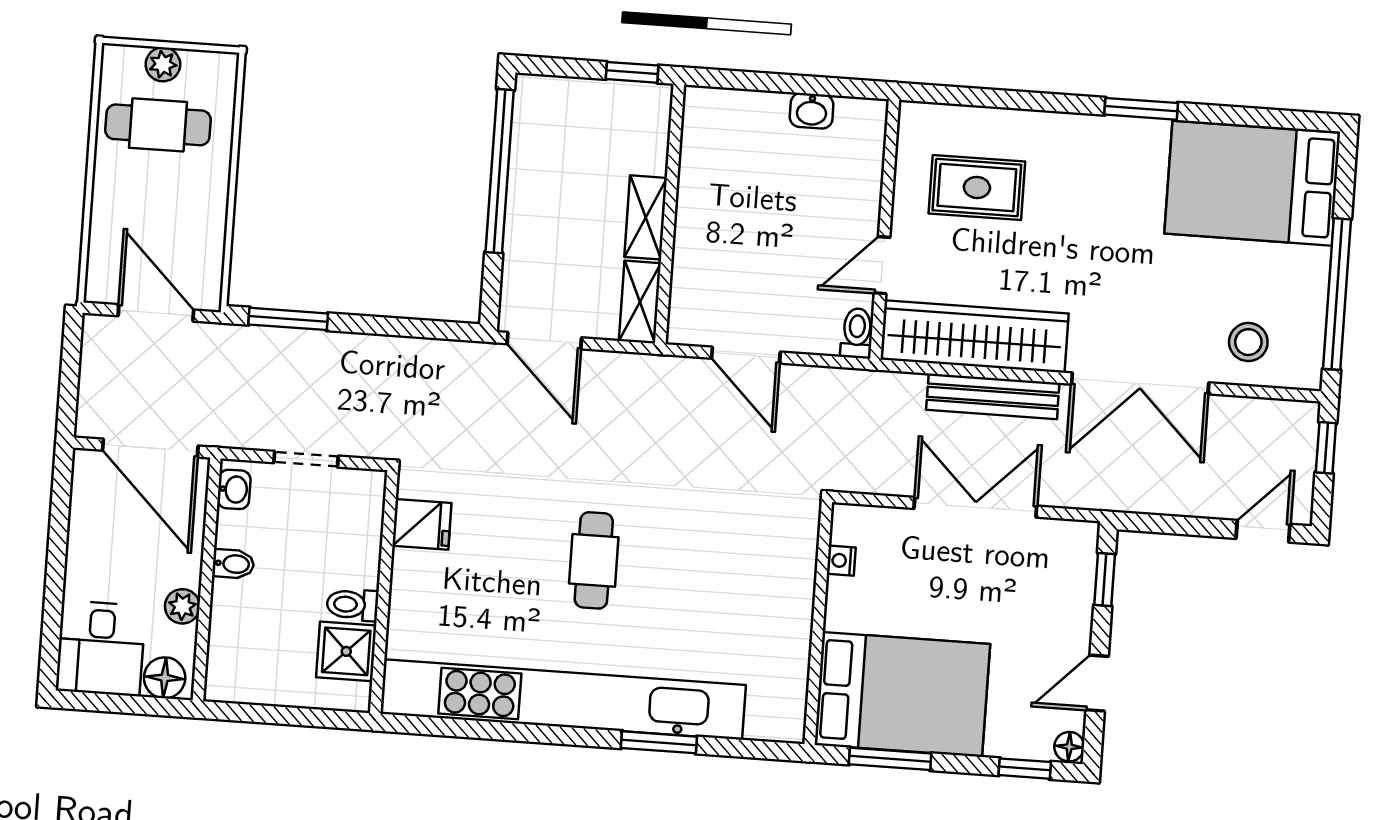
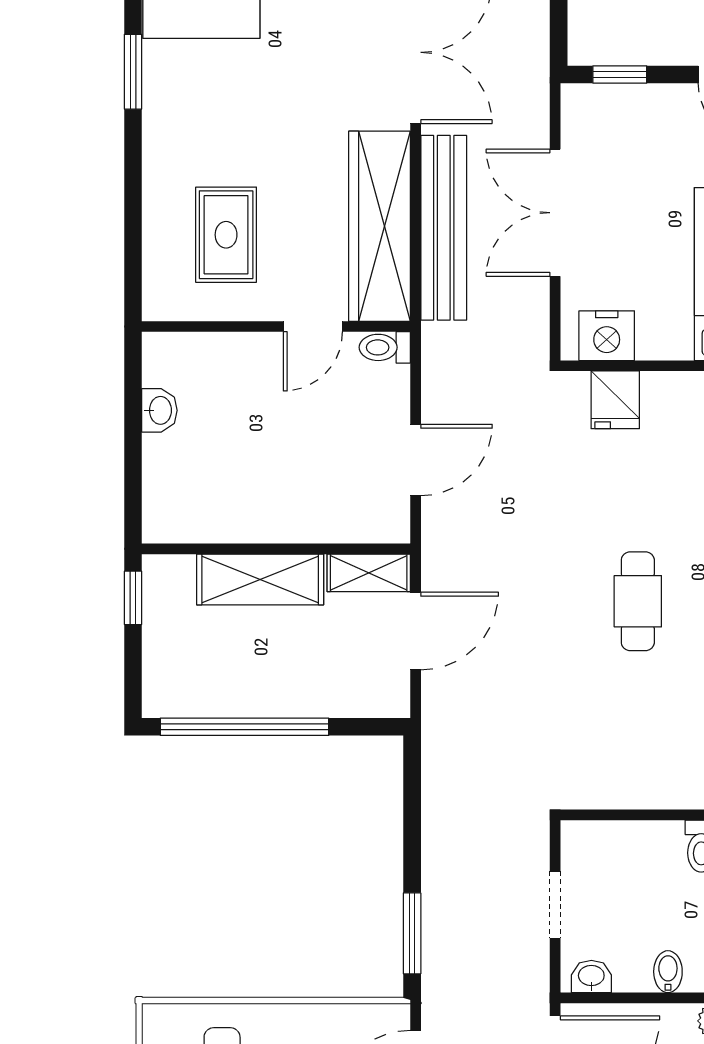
shelving: (646, 217) -> (260, 579), width x1.50, depth x1.33
door: (882, 265) -> (313, 327), hinge flipped
door: (544, 341) -> (416, 631), moved
bench: (993, 396) -> (444, 228), width x1.37, depth x1.21
fridge: (422, 524) -> (615, 400), moved, turned 180
cafe table: (594, 560) -> (638, 601), turned 90
nightstand: (841, 561) -> (607, 336), width x1.89, depth x1.79

